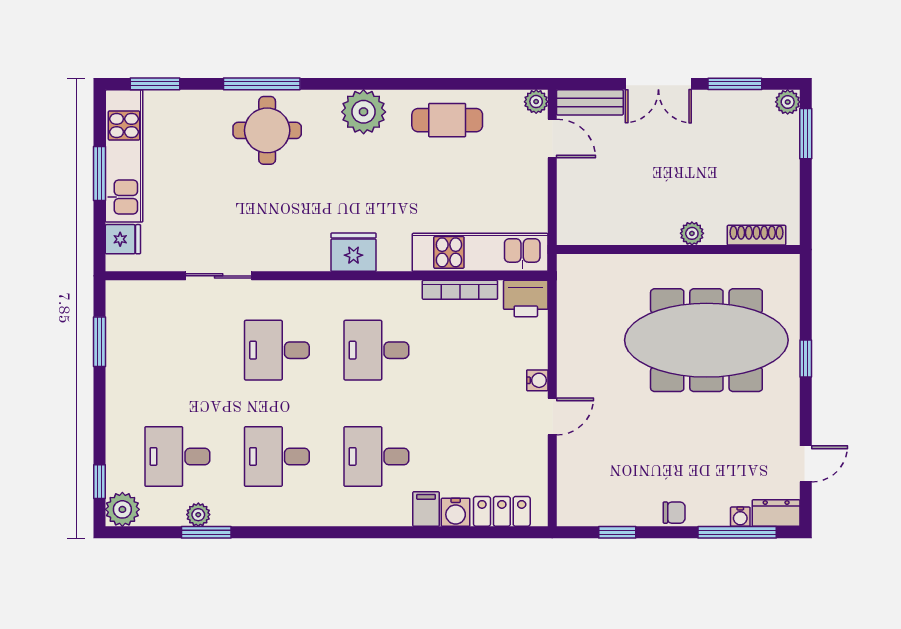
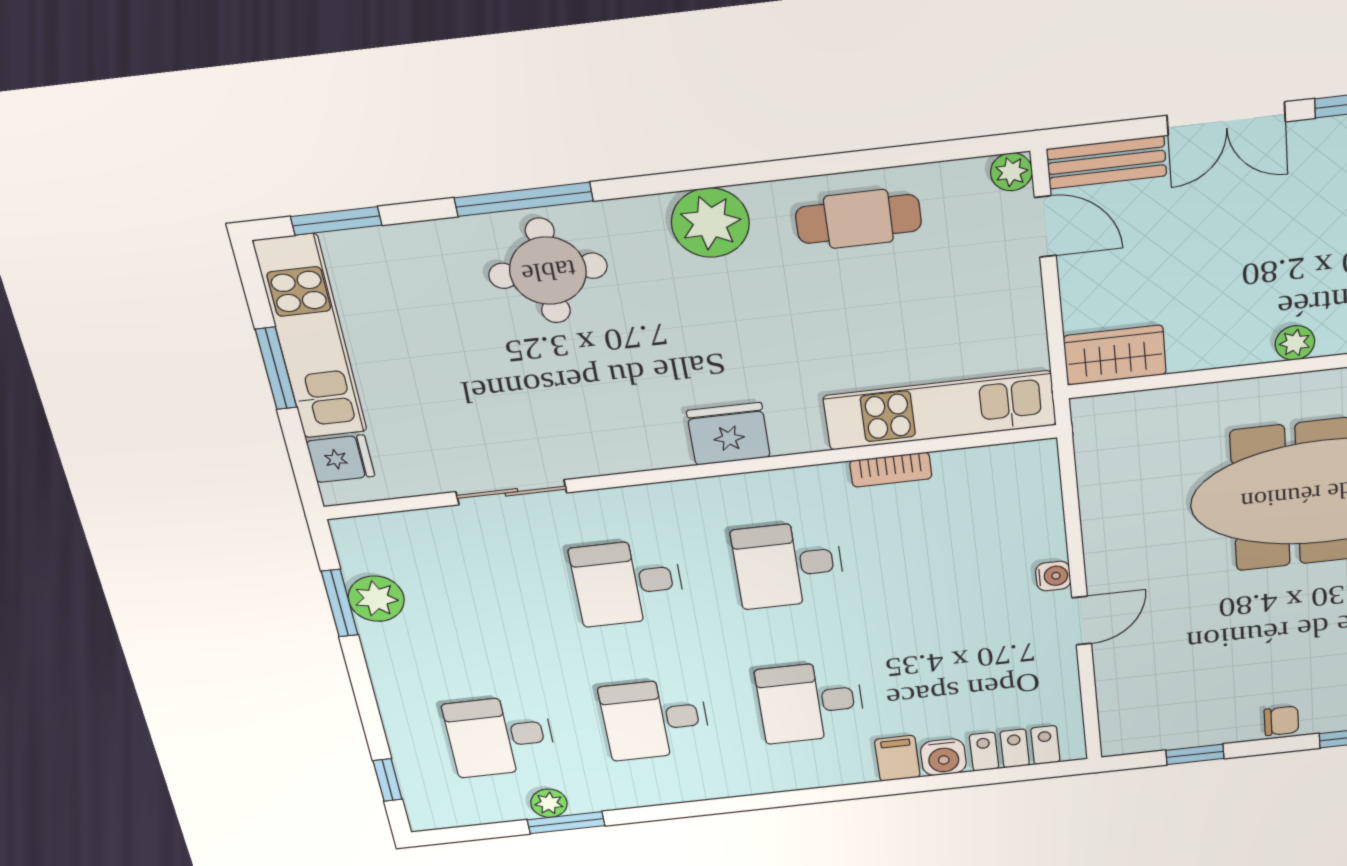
wardrobe: (586, 228) -> (1115, 355), added
bookcase: (460, 290) -> (891, 470), width x0.64
printer: (526, 299) -> (1023, 467), removed
plant: (122, 509) -> (376, 599), moved

